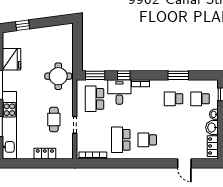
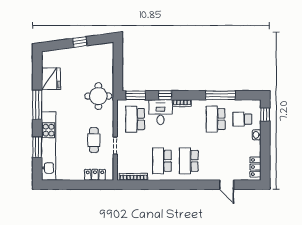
window: (23, 25) -> (80, 42), moved
window: (178, 75) -> (220, 95), width x1.44
school desk: (174, 99) -> (216, 119), width x1.85
washbasin: (212, 127) -> (255, 148), removed
school desk: (147, 140) -> (189, 161), width x1.85
locker: (45, 154) -> (95, 175), moved

